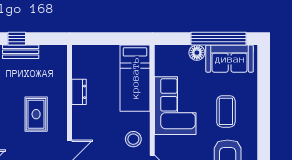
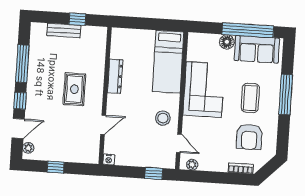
window: (17, 39) -> (77, 19), moved
dresser: (79, 92) -> (115, 76), width x1.44
window: (264, 105) -> (286, 94), added

